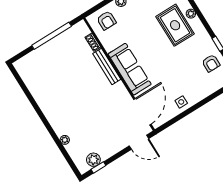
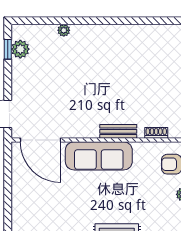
bench: (107, 66) -> (118, 131), width x0.73
side table: (181, 102) -> (24, 192), removed

